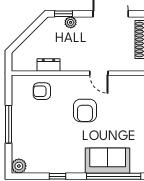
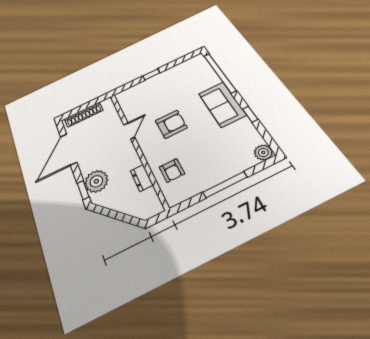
plant: (71, 22) -> (96, 181), width x1.87, depth x1.87
sofa: (108, 161) -> (222, 104), moved

